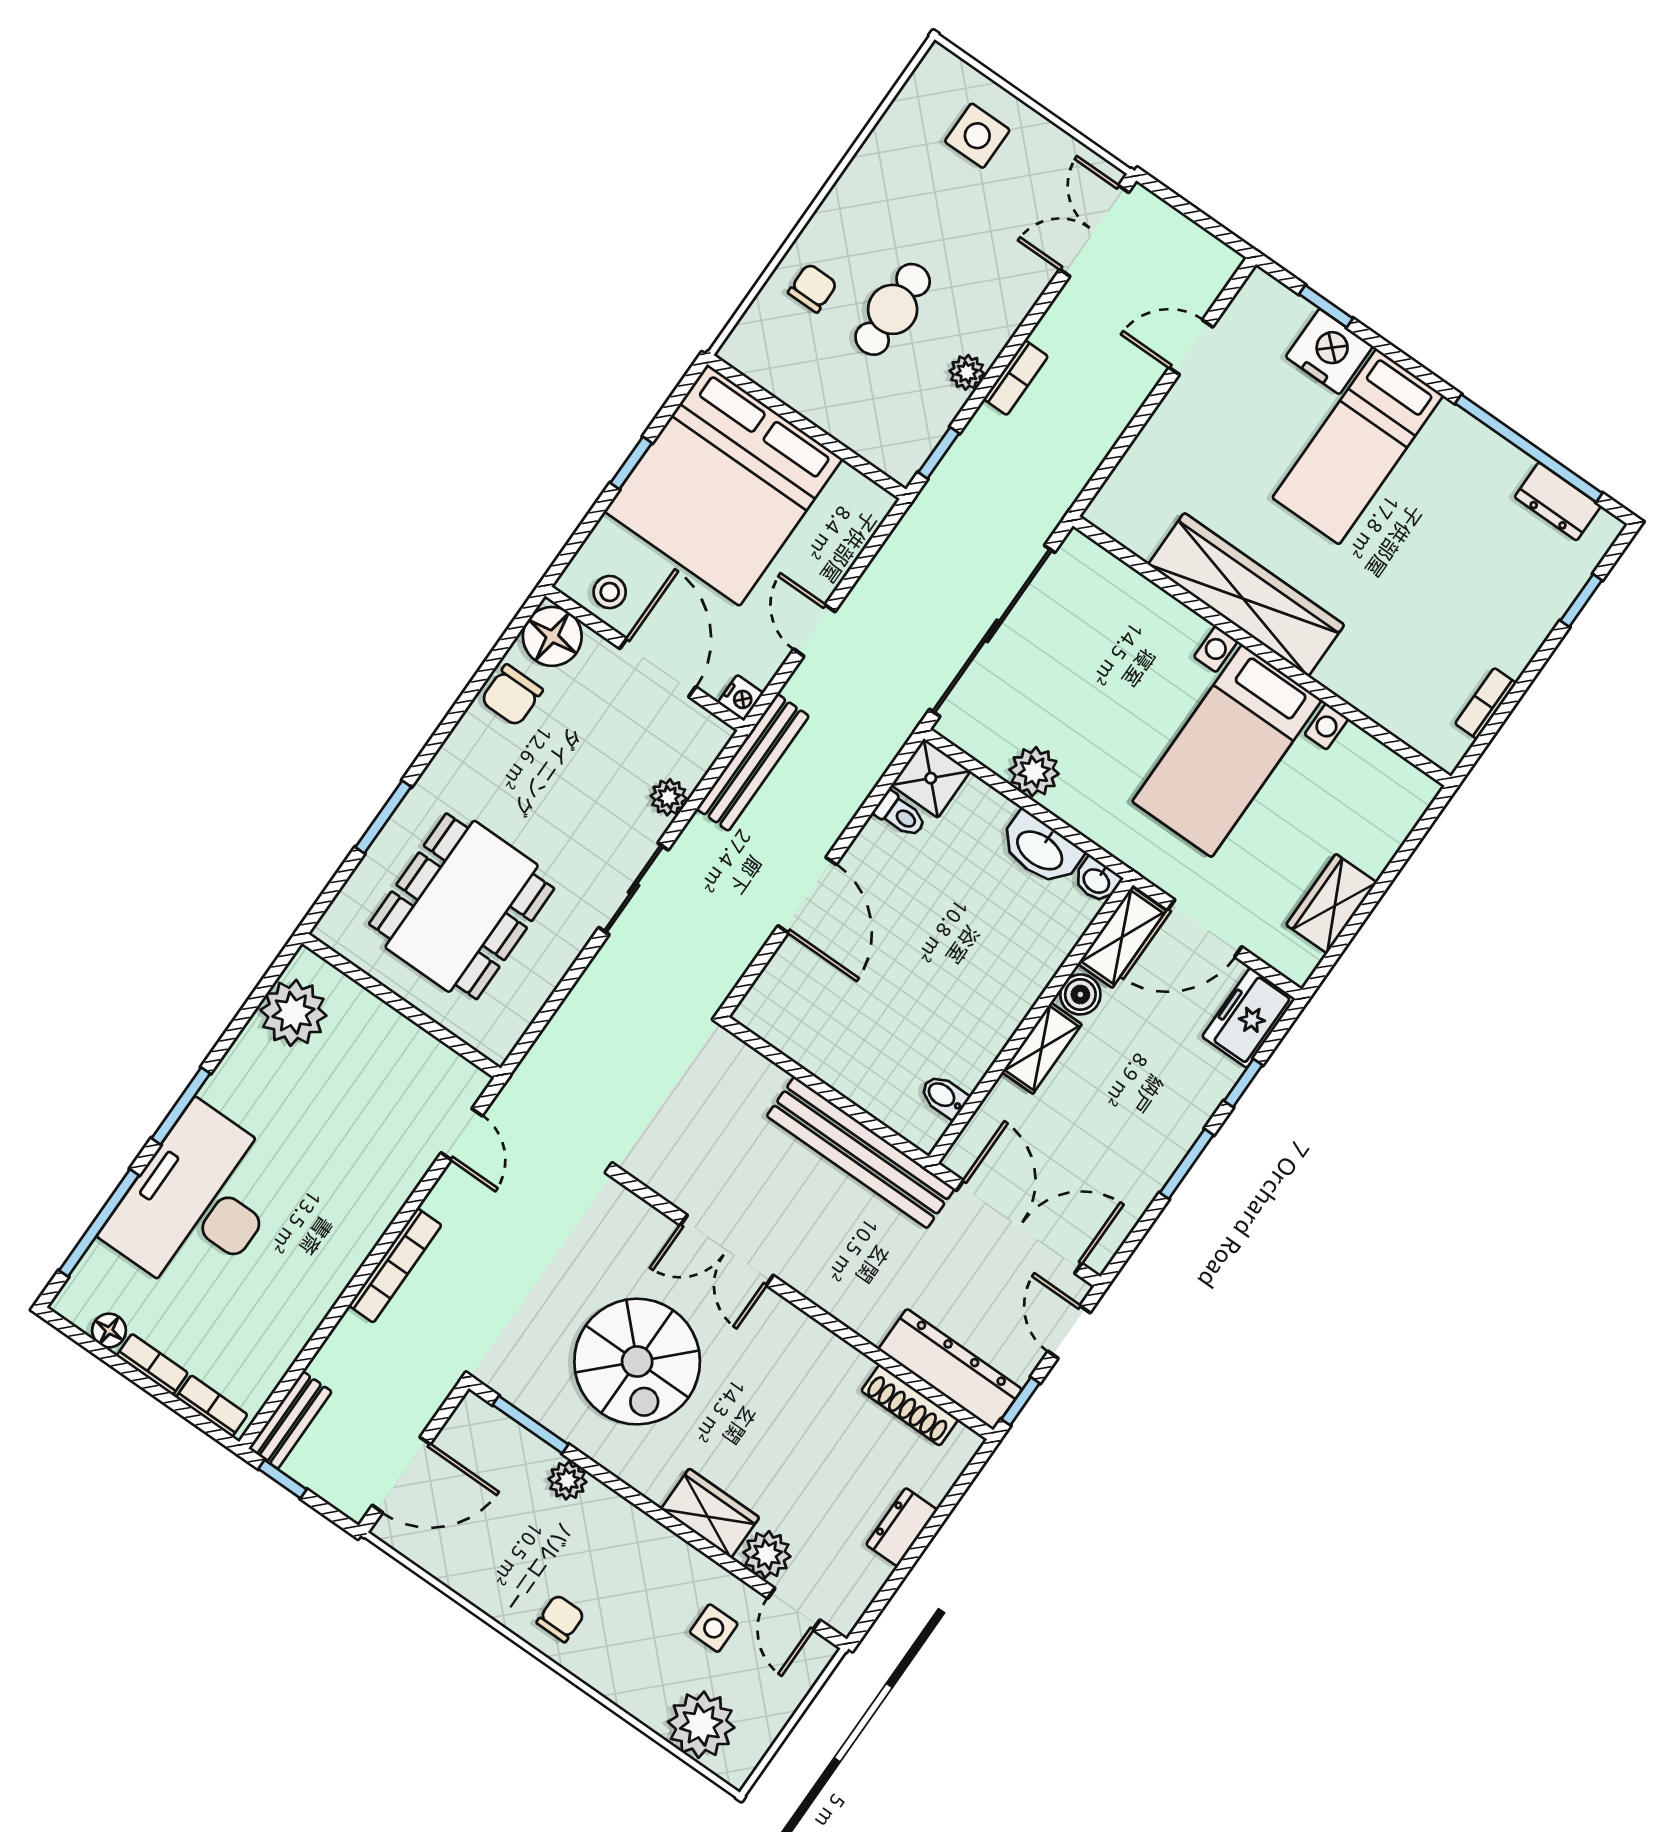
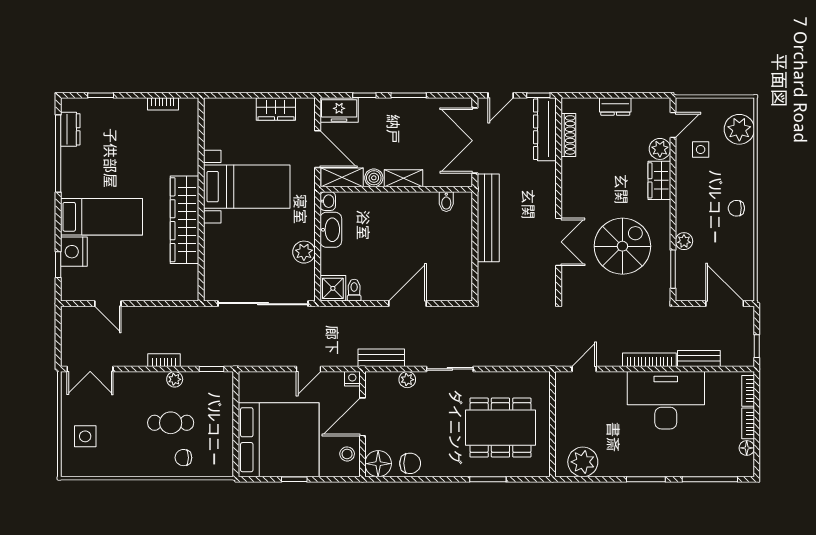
bench: (753, 762) -> (381, 358), width x0.73
desk: (198, 1203) -> (666, 400), moved, turned 180
bench: (290, 1420) -> (699, 358), moved

